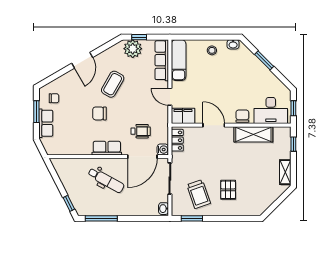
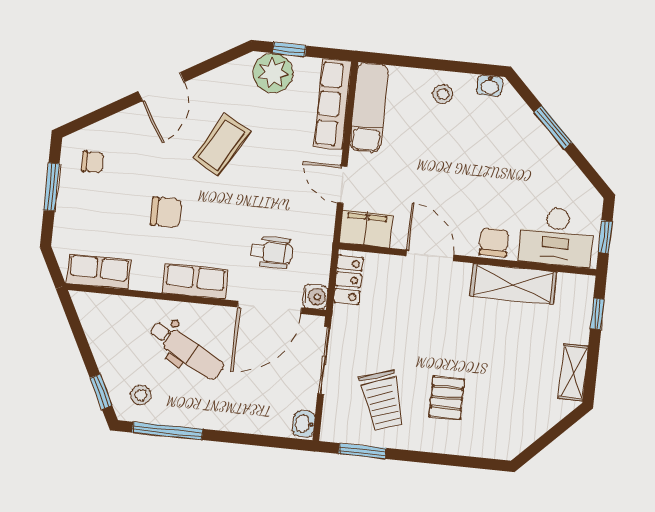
chair: (99, 113) -> (166, 212), moved, turned 180
row of seats: (46, 123) -> (99, 272), moved, turned -90
stool: (87, 203) -> (141, 395), added

